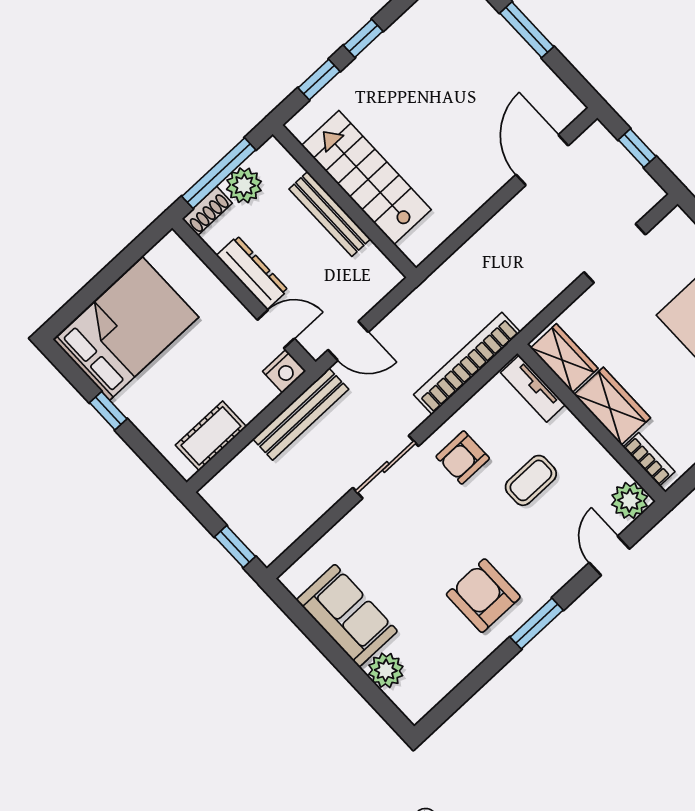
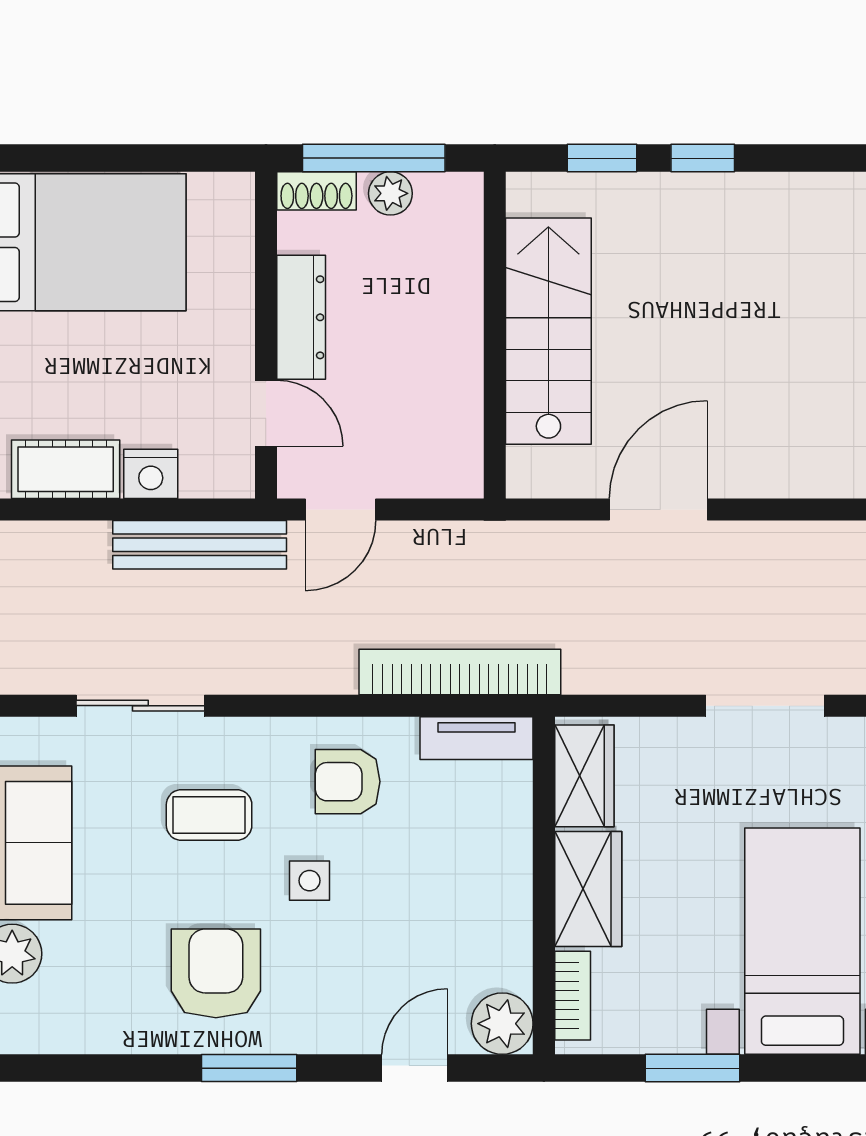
door: (542, 160) -> (658, 509), moved
plant: (244, 185) -> (390, 193), width x0.73, depth x0.73
bench: (330, 214) -> (462, 334), removed
door: (348, 341) -> (341, 509), hinge flipped
nightstand: (284, 371) -> (151, 474), moved
tv unit: (533, 389) -> (477, 738), moved, turned -90
sliding door: (386, 467) -> (140, 706), moved
coffee table: (531, 480) -> (209, 815), moved
side table: (486, 517) -> (309, 881), added

